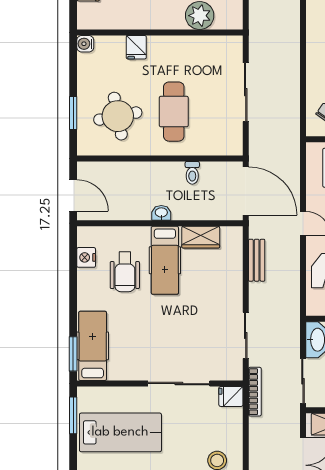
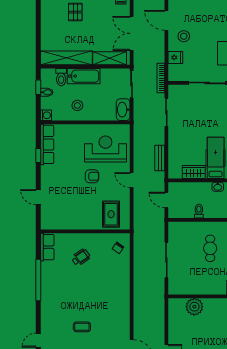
cafe table: (174, 112) -> (210, 248), width x0.73, depth x0.74
door: (246, 191) -> (166, 200), width x0.53
fridge: (231, 396) -> (175, 57), moved

